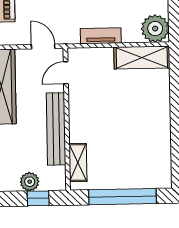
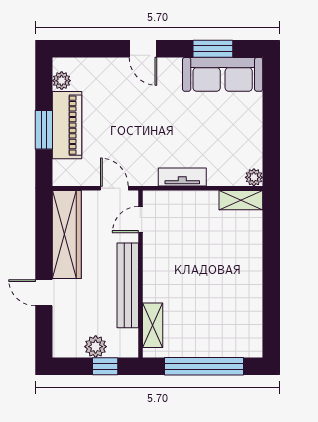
plant: (155, 29) -> (254, 177), width x0.53, depth x0.53
shelving: (142, 58) -> (241, 200), width x0.67, depth x0.75

